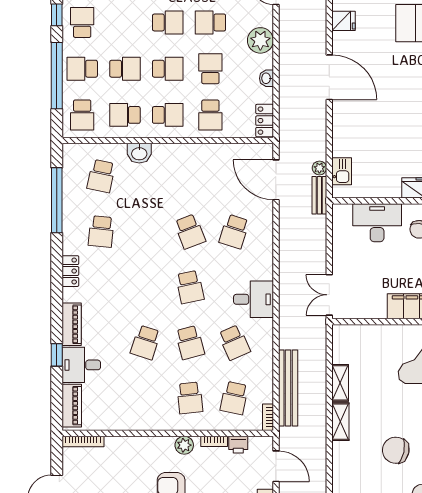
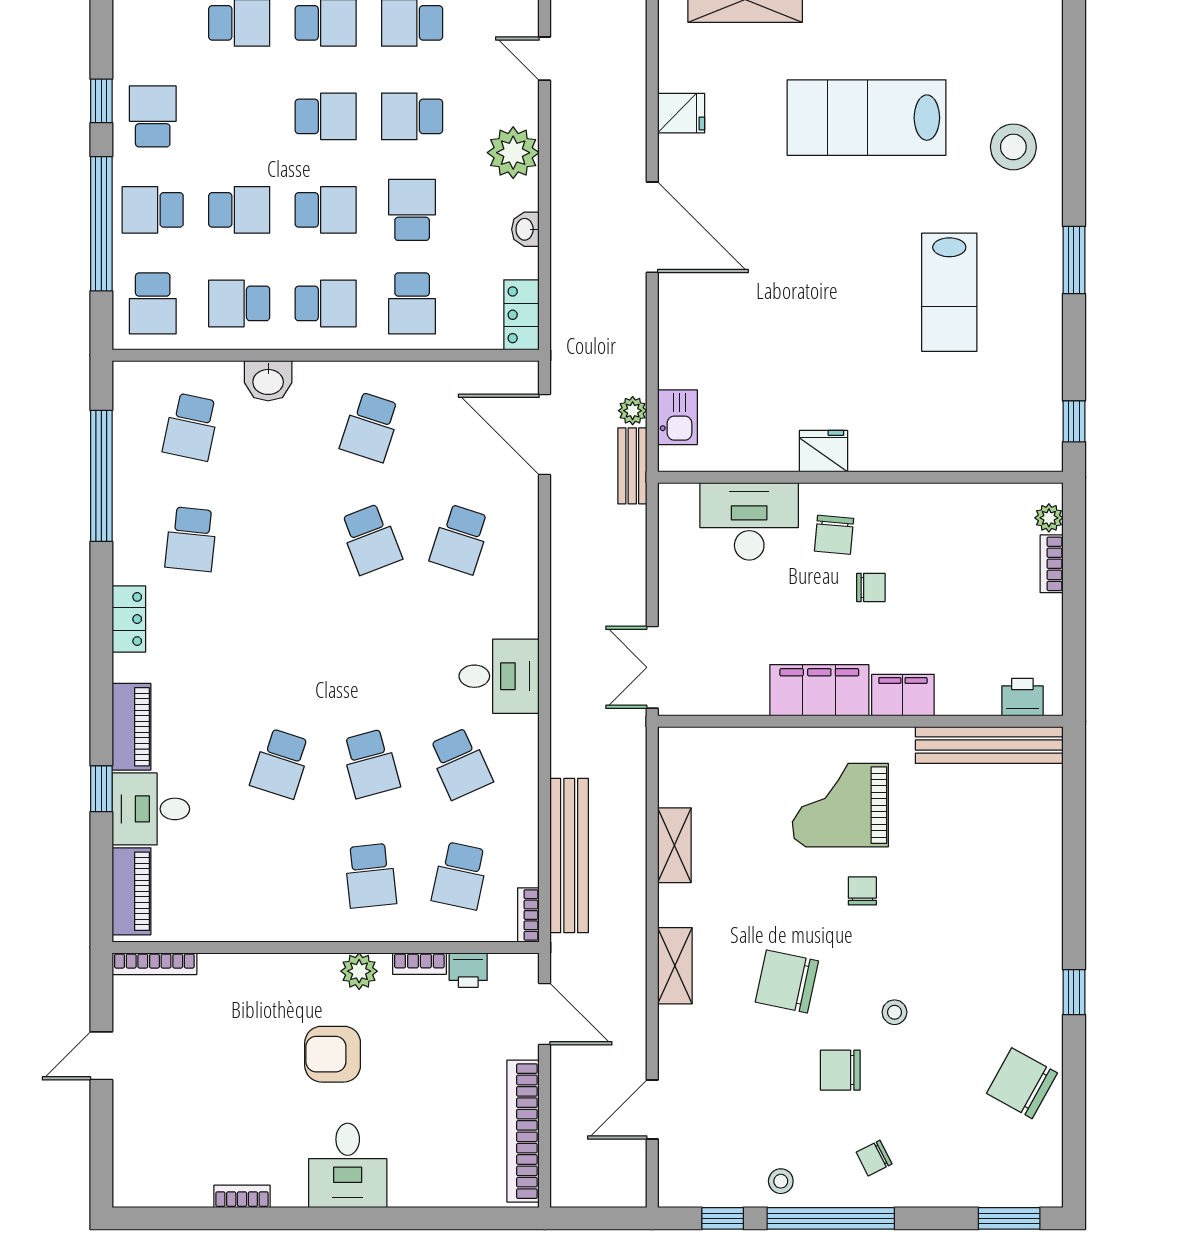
school desk: (190, 287) -> (370, 427), moved, turned 30
shelving: (340, 422) -> (675, 966), moved

